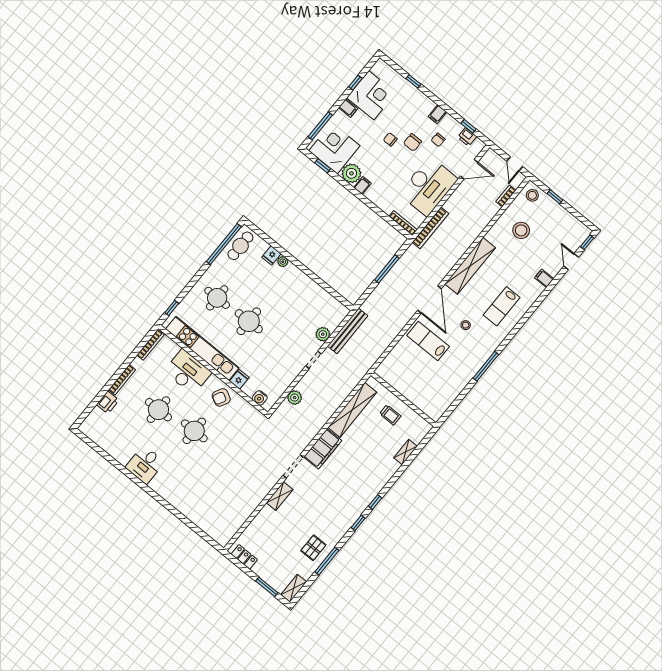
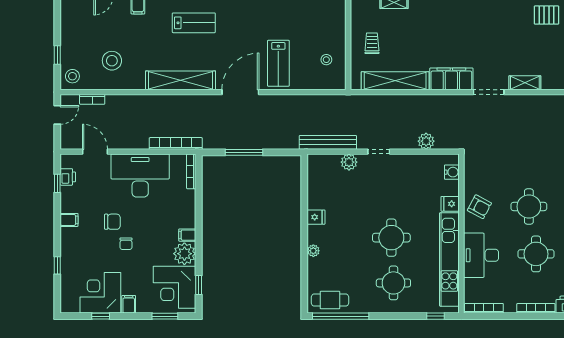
window: (320, 126) -> (165, 316), width x0.69
chair: (438, 140) -> (91, 201), removed
fridge: (271, 255) -> (316, 217), moved
stool: (466, 325) -> (326, 60), moved

